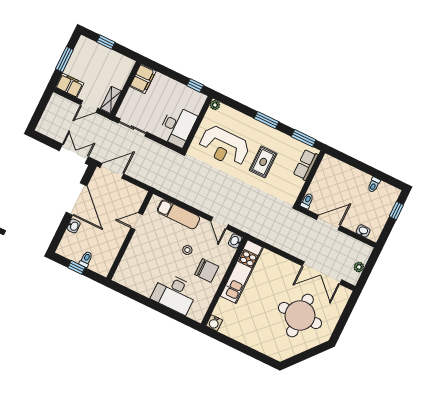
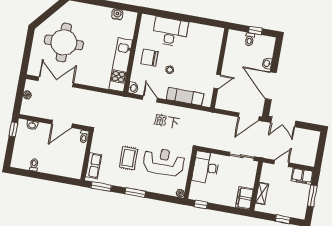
shelving: (111, 100) -> (262, 193), moved
window: (396, 211) -> (13, 129), moved
water cooler: (214, 323) -> (117, 14), moved

